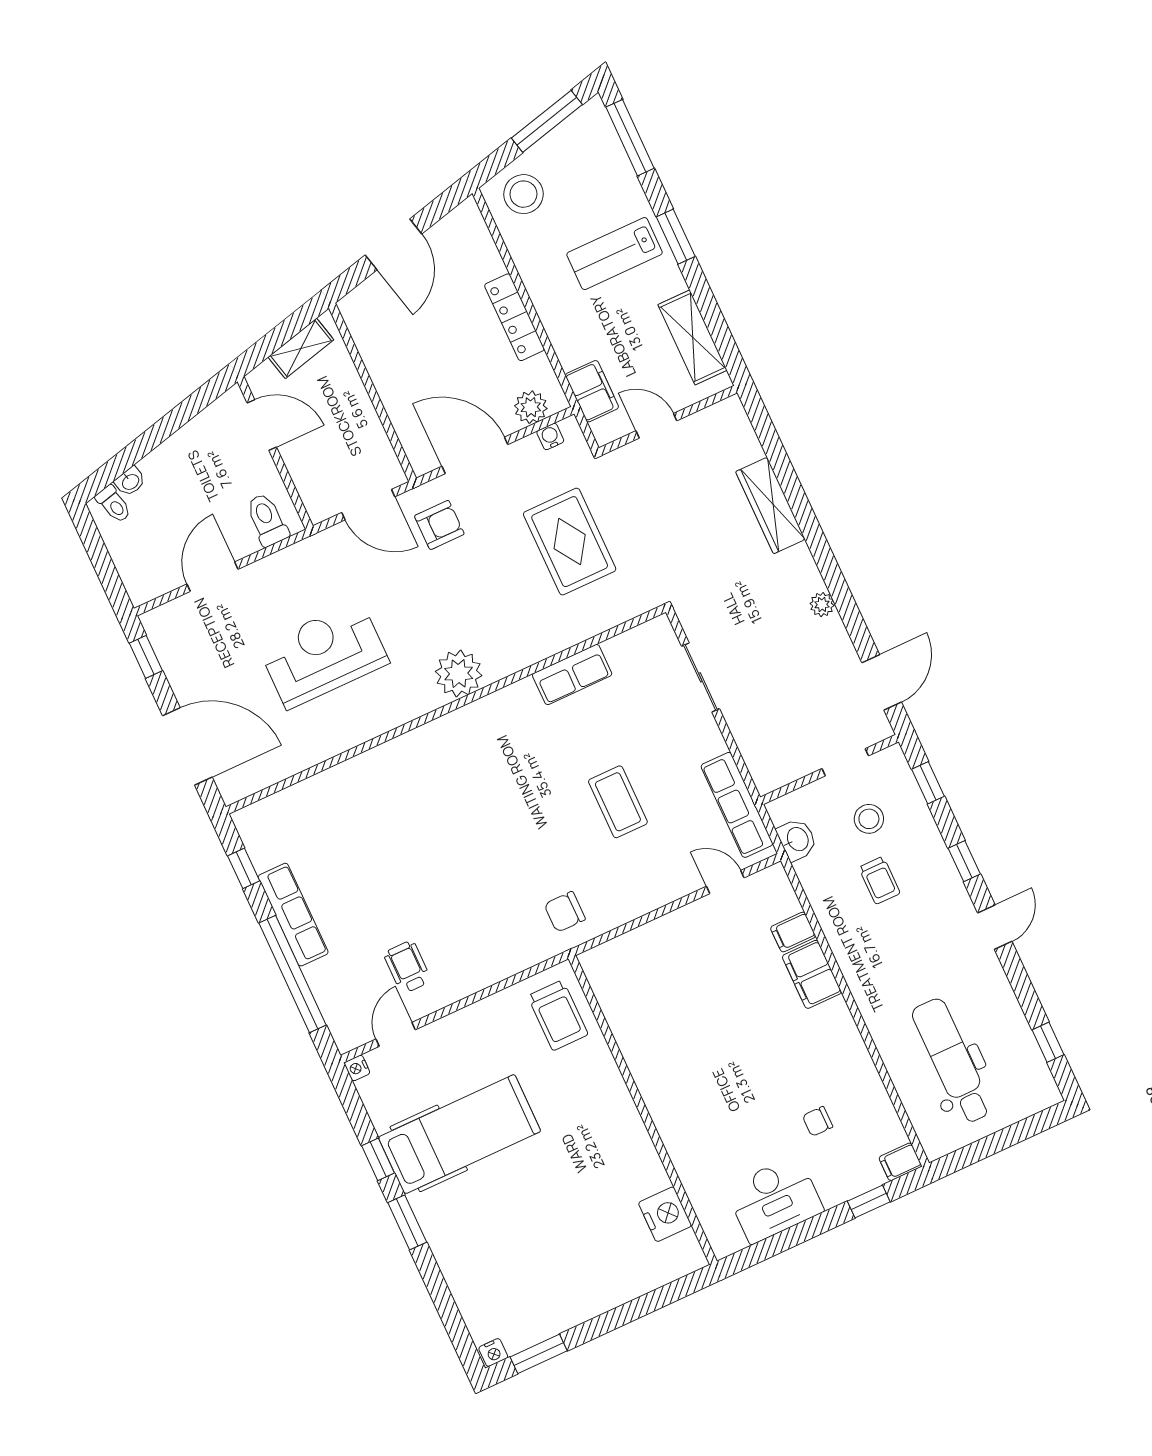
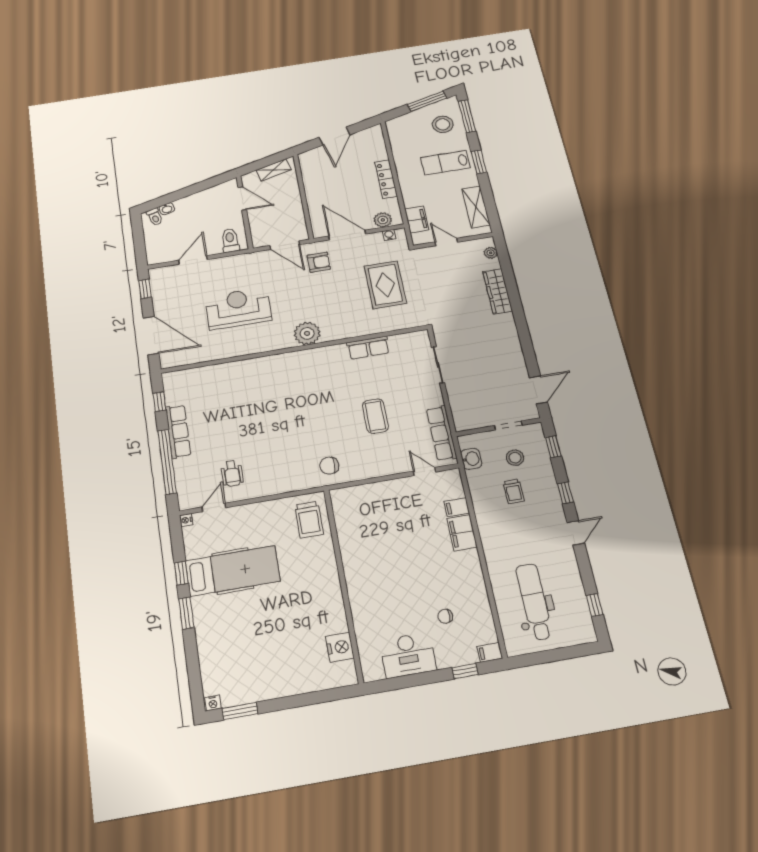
stool: (523, 194) -> (443, 124), moved
plant: (822, 605) -> (491, 253), moved
wheelchair: (407, 967) -> (232, 473), turned 180

